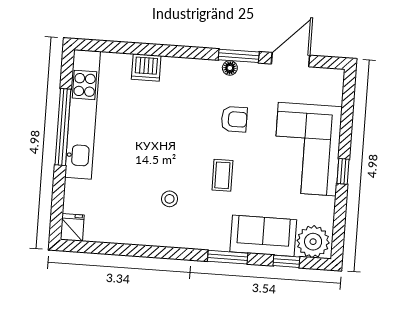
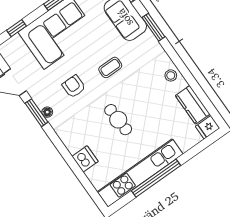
window: (347, 109) -> (16, 28), added
cafe table: (159, 138) -> (118, 120), added
stool: (170, 199) -> (171, 75), moved
kitchen counter: (110, 231) -> (193, 105), added

